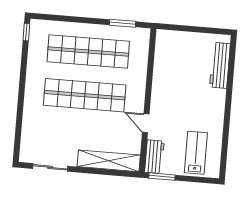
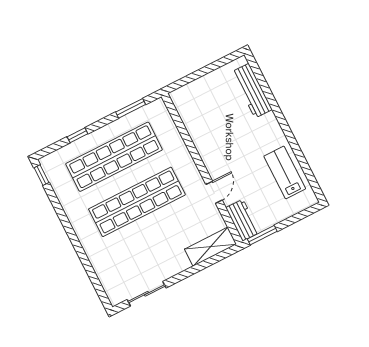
window: (71, 19) -> (78, 135), added
door: (146, 123) -> (214, 192), swing flipped
lab bench: (196, 153) -> (285, 172), moved
shelving: (109, 161) -> (210, 247), width x0.68

